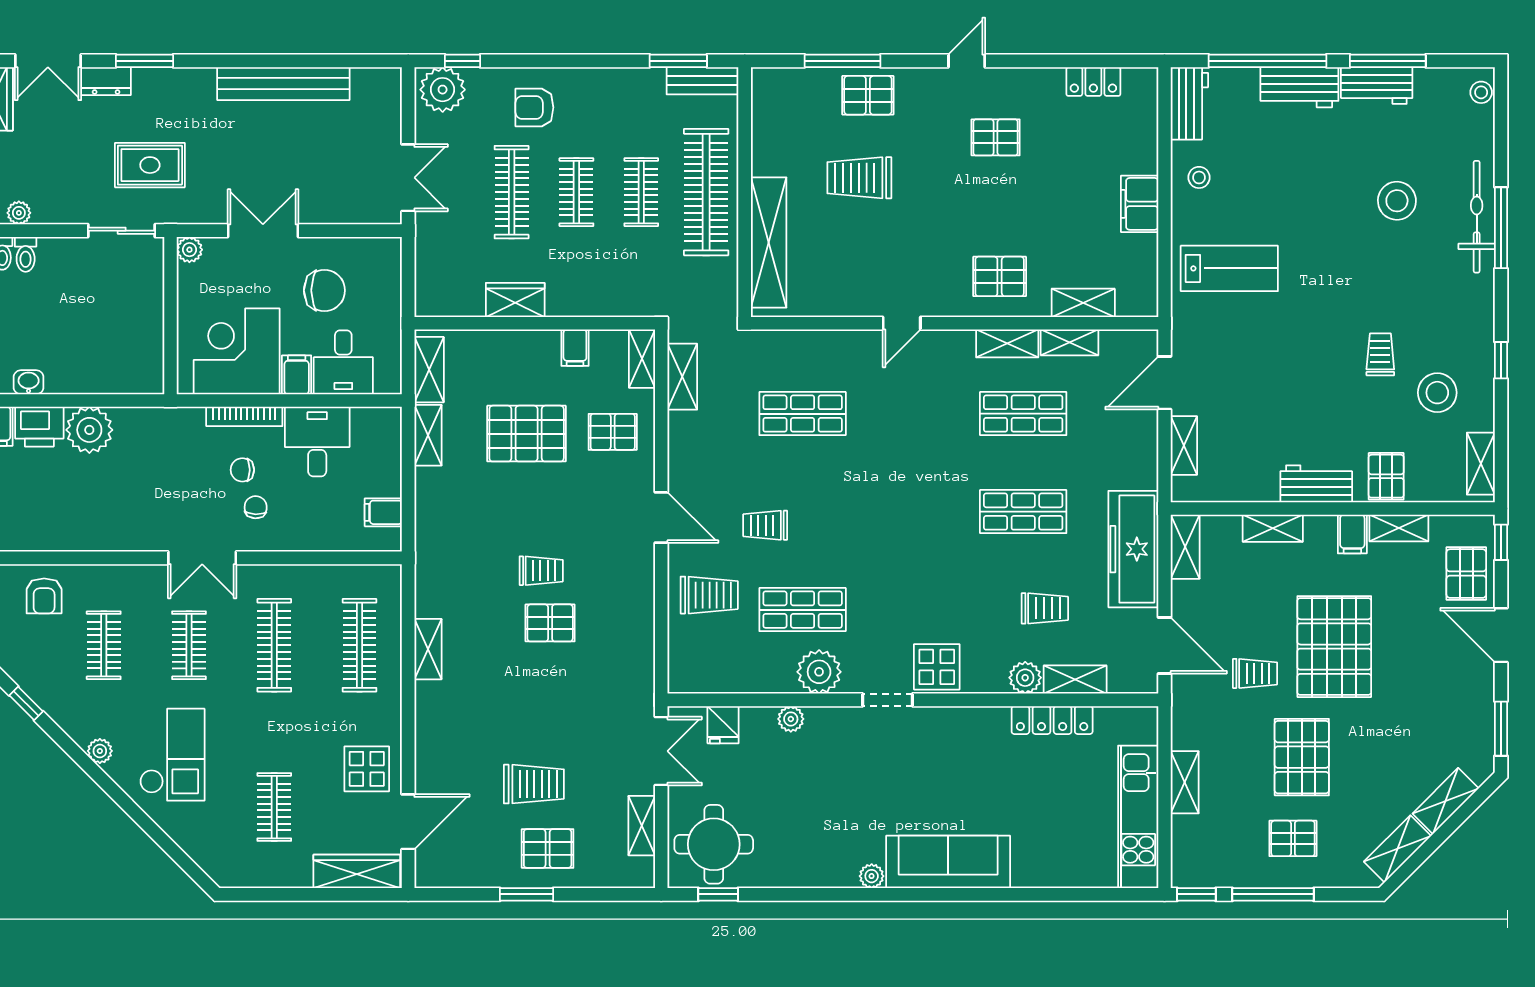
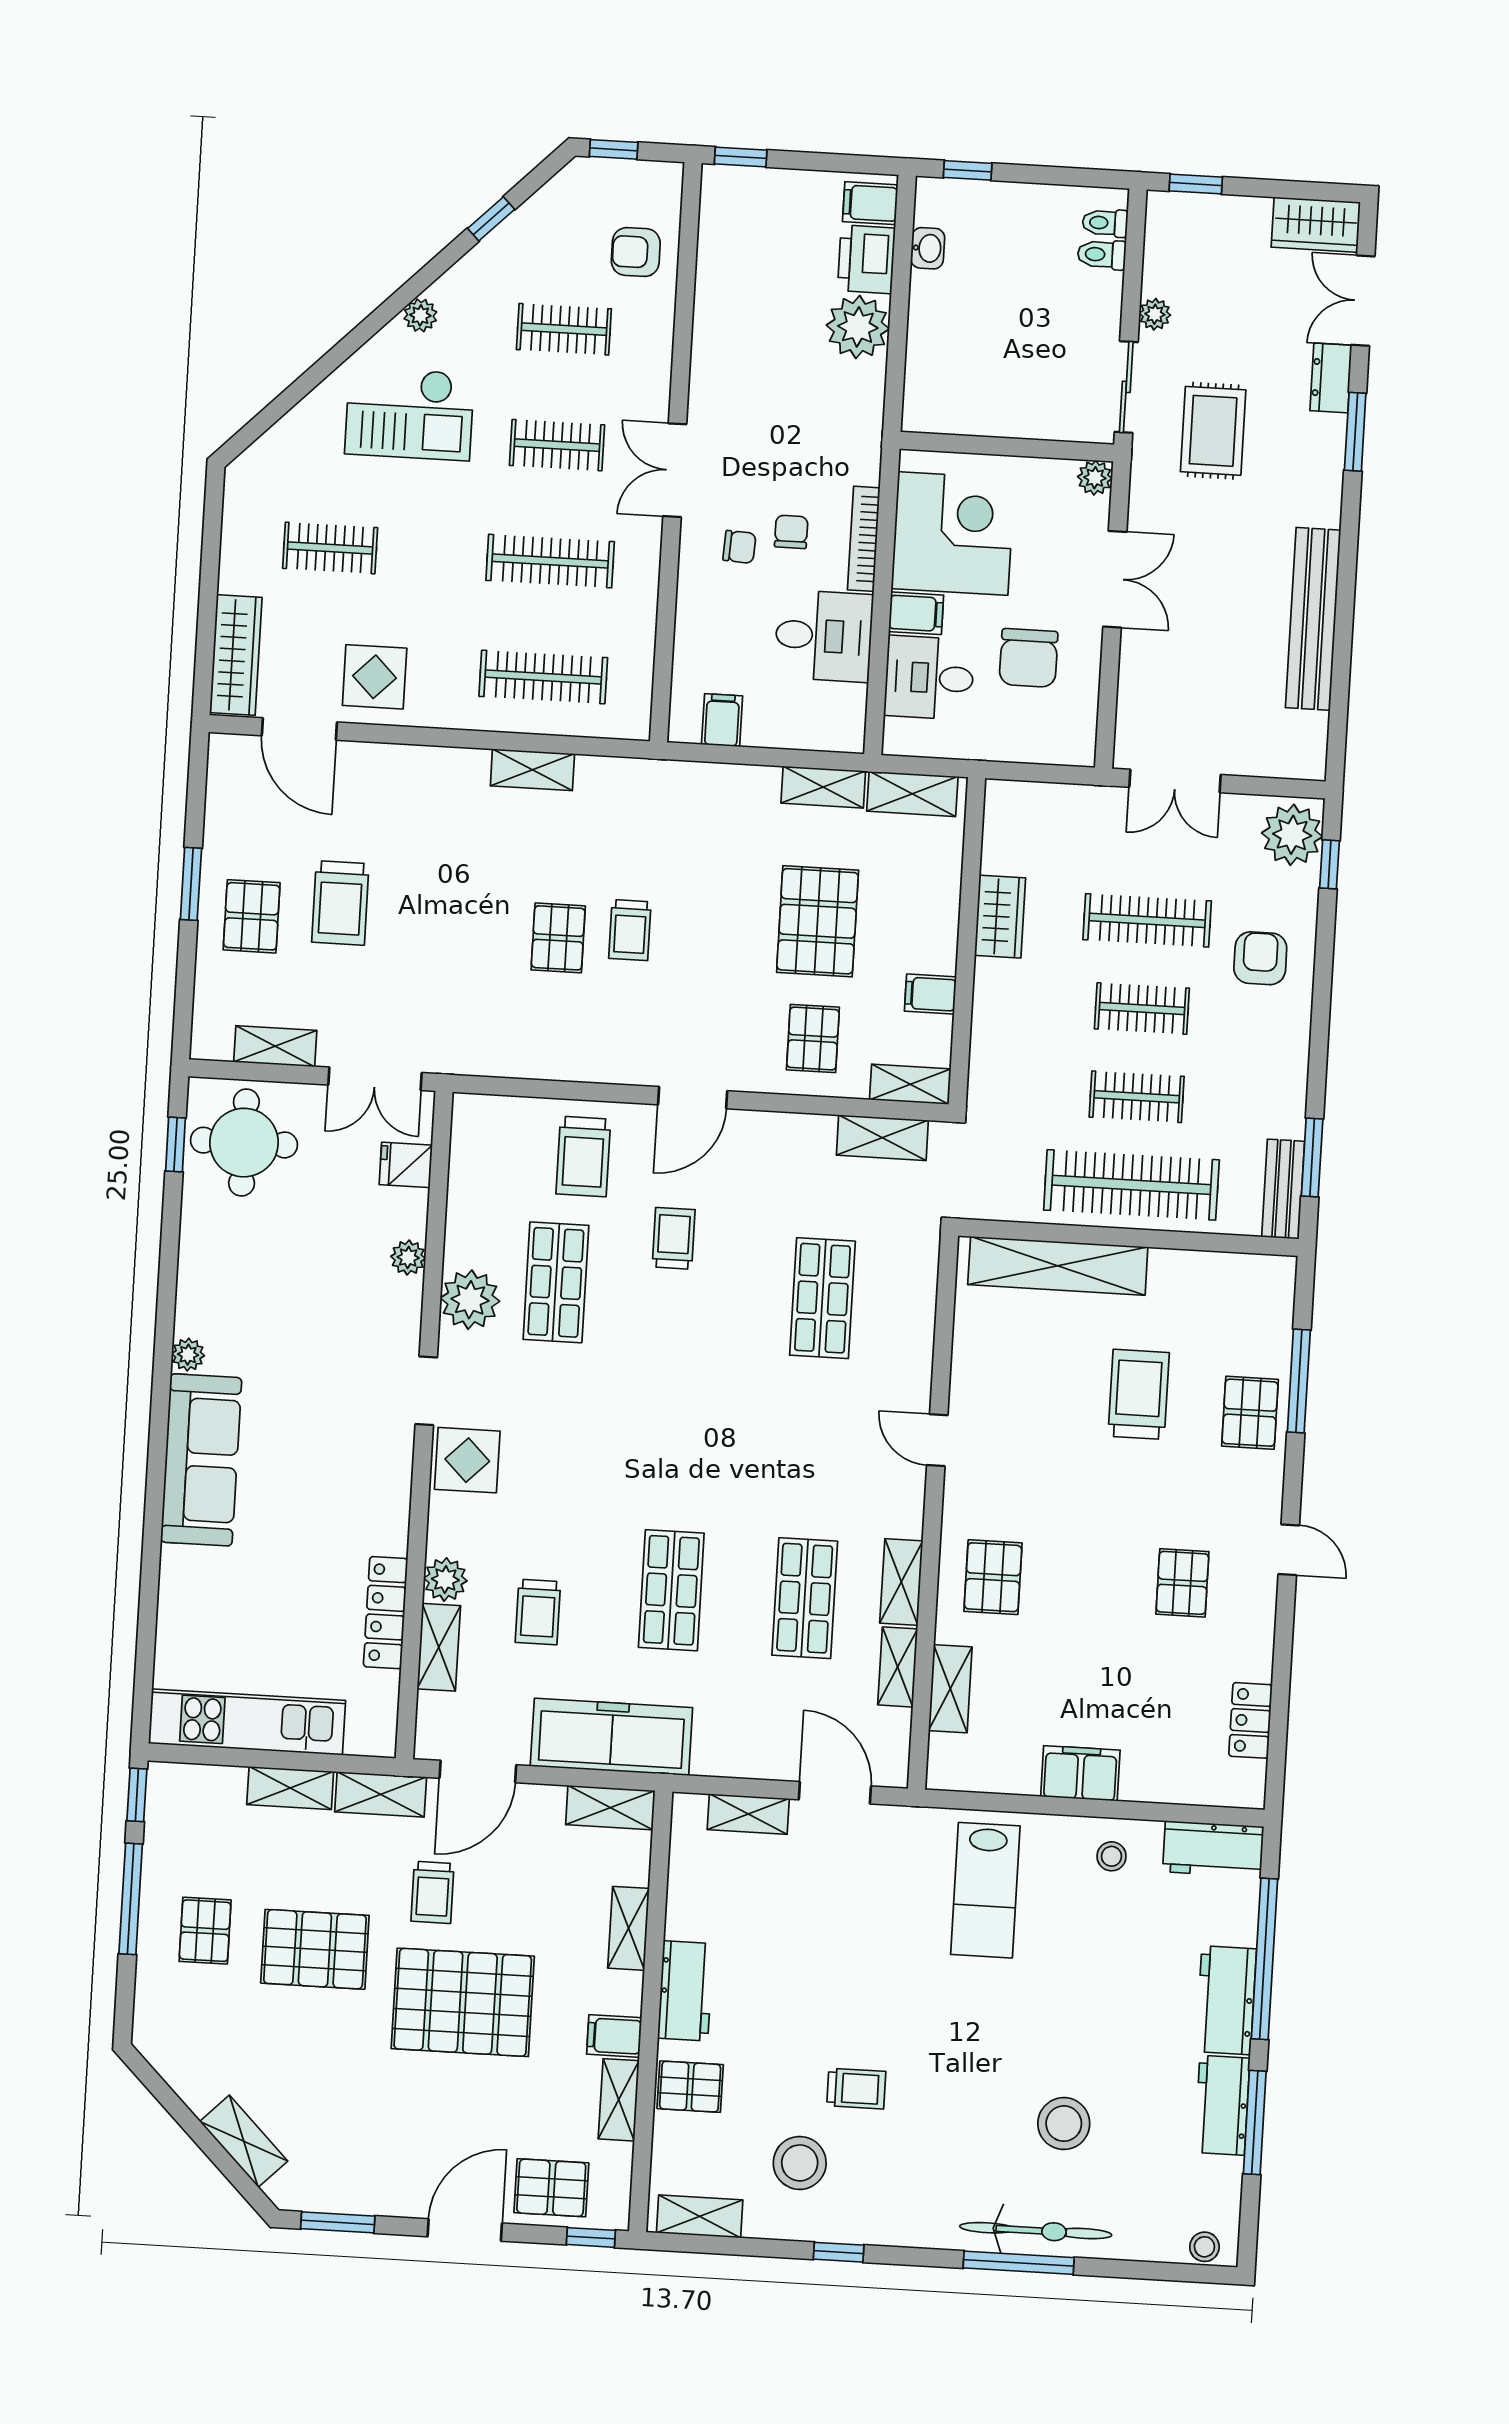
plant: (19, 213) -> (1155, 314), moved
shelving: (1397, 849) -> (381, 1794), moved, turned -45

